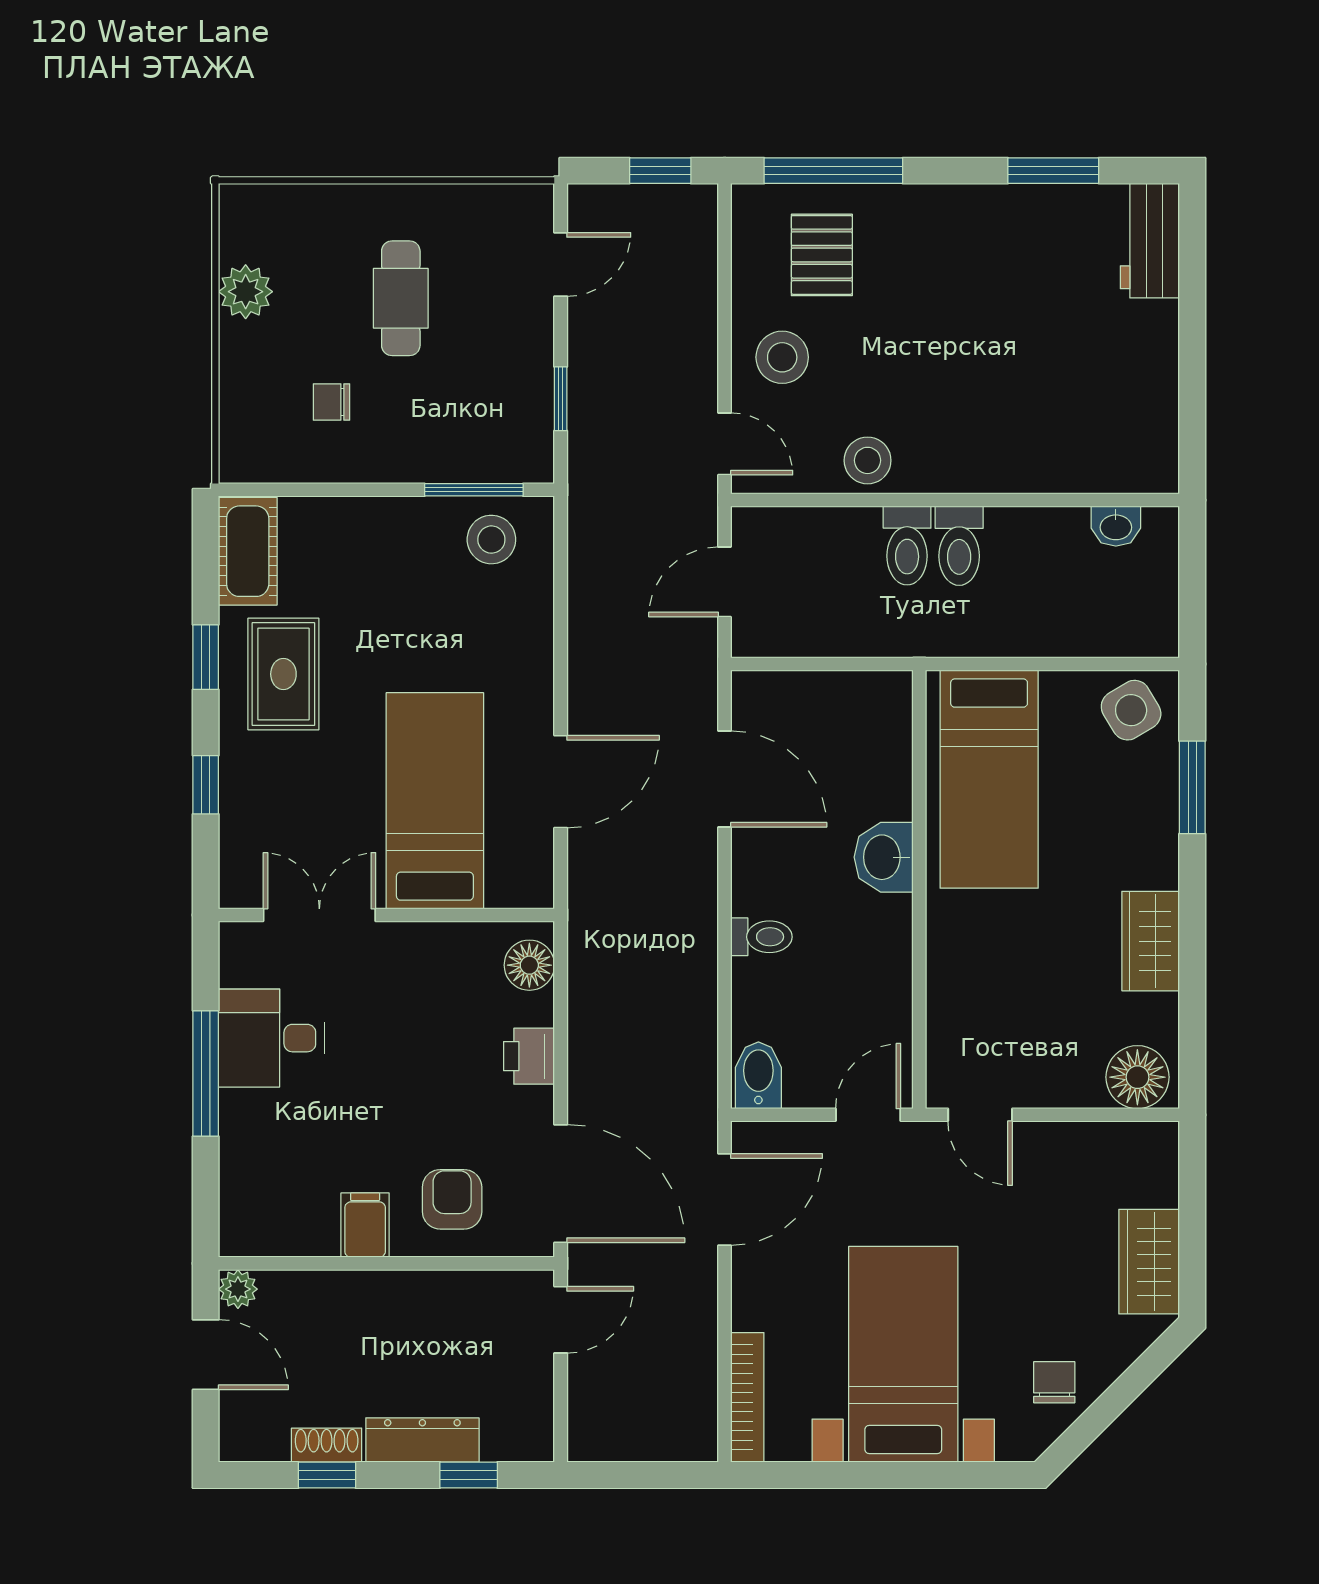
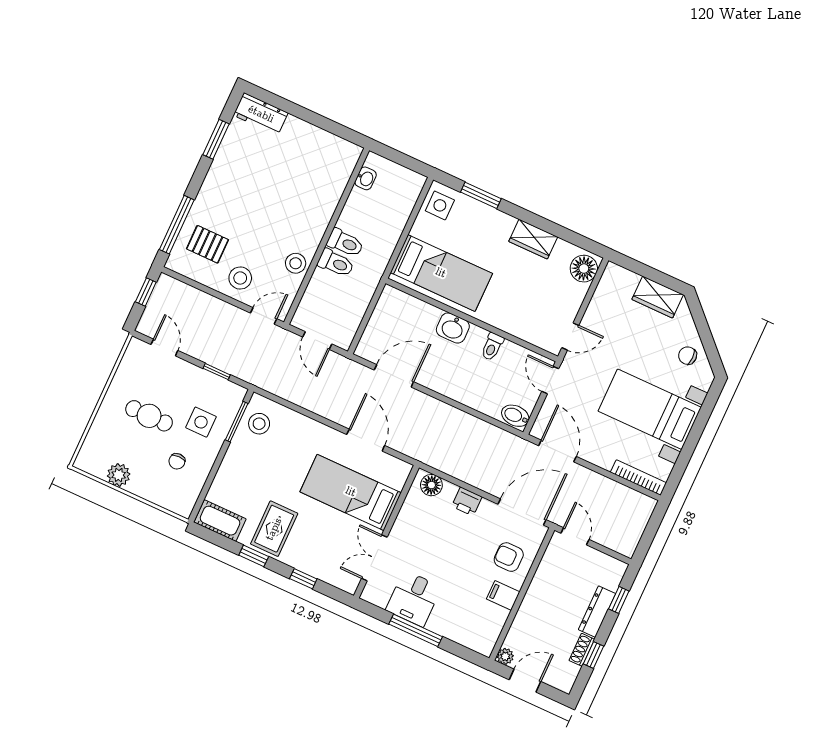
side table: (438, 415) -> (201, 422), added
rug: (283, 674) -> (274, 529), turned 90
side table: (1131, 710) -> (440, 205), turned 31
toilet: (761, 937) -> (492, 347), moved, turned 180

